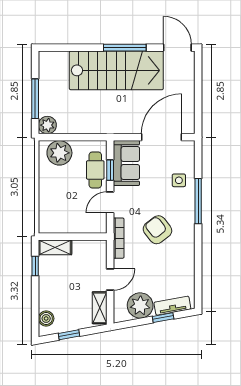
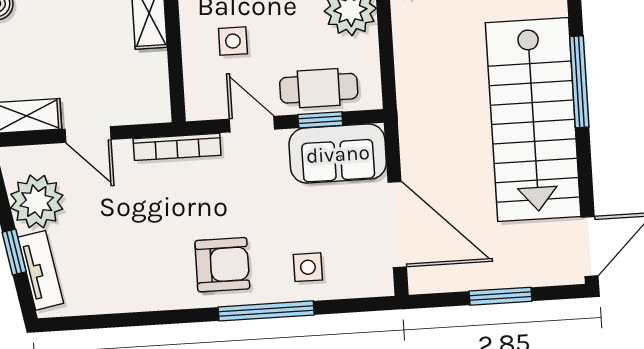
window: (125, 48) -> (579, 82), moved
window: (198, 91) -> (501, 296), added
side table: (71, 209) -> (233, 41), added
armchair: (157, 230) -> (222, 265), moved, turned 38

